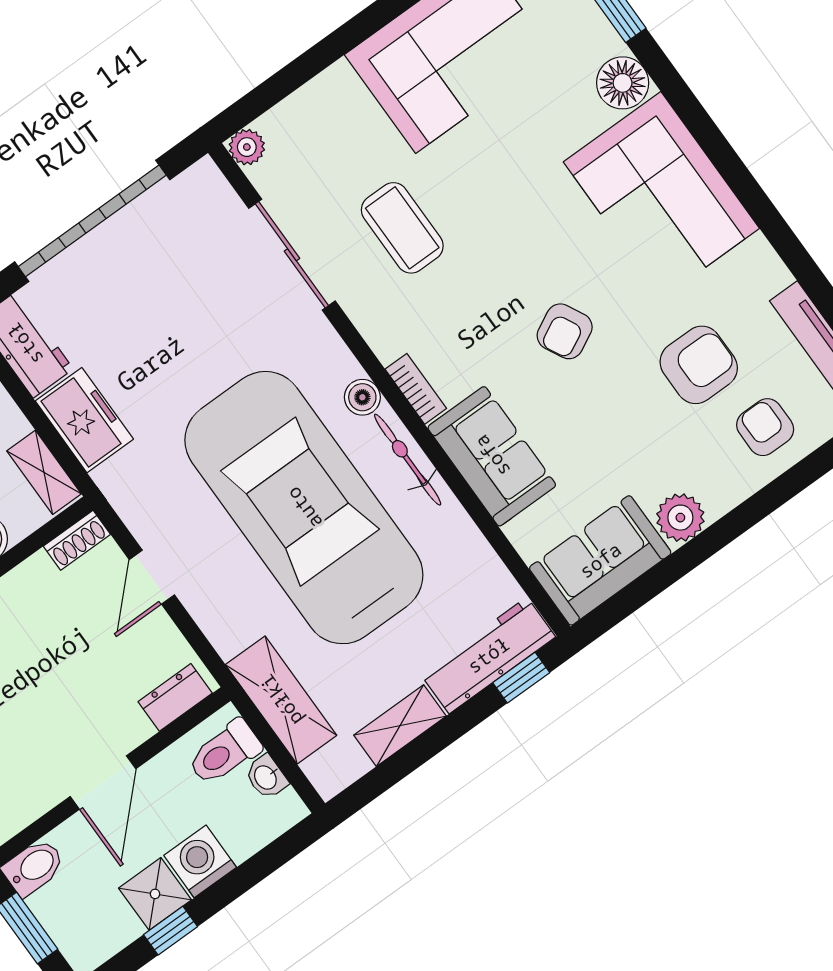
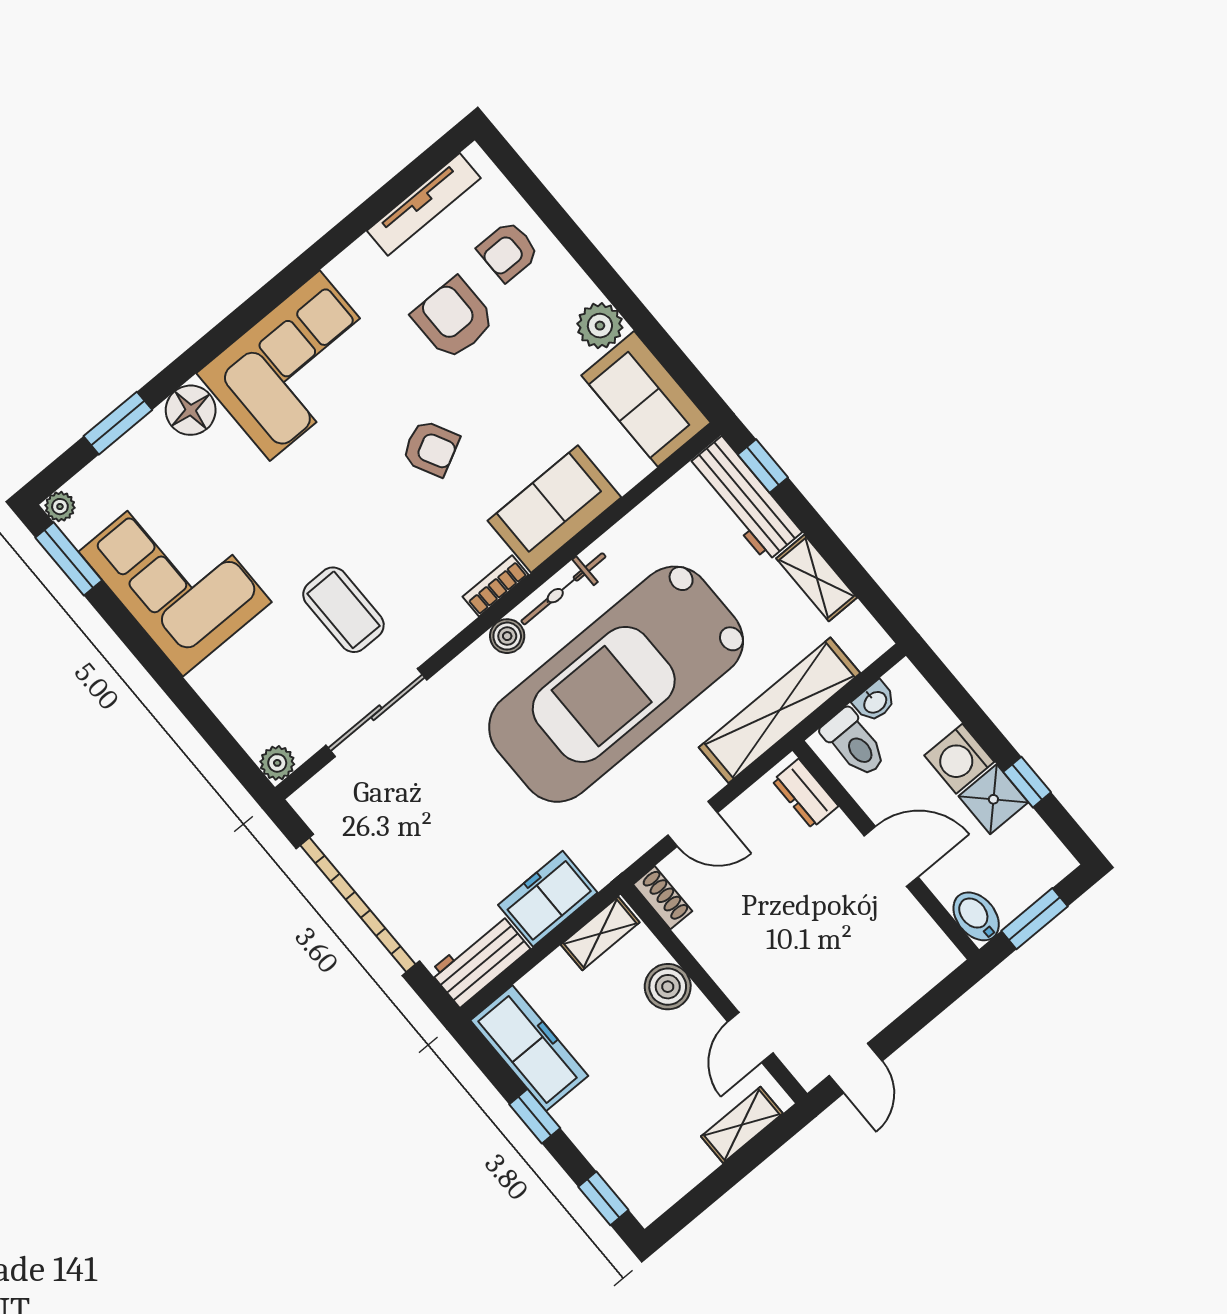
coffee table: (402, 228) -> (343, 610), turned 90
shelving: (281, 700) -> (780, 710), width x1.47

